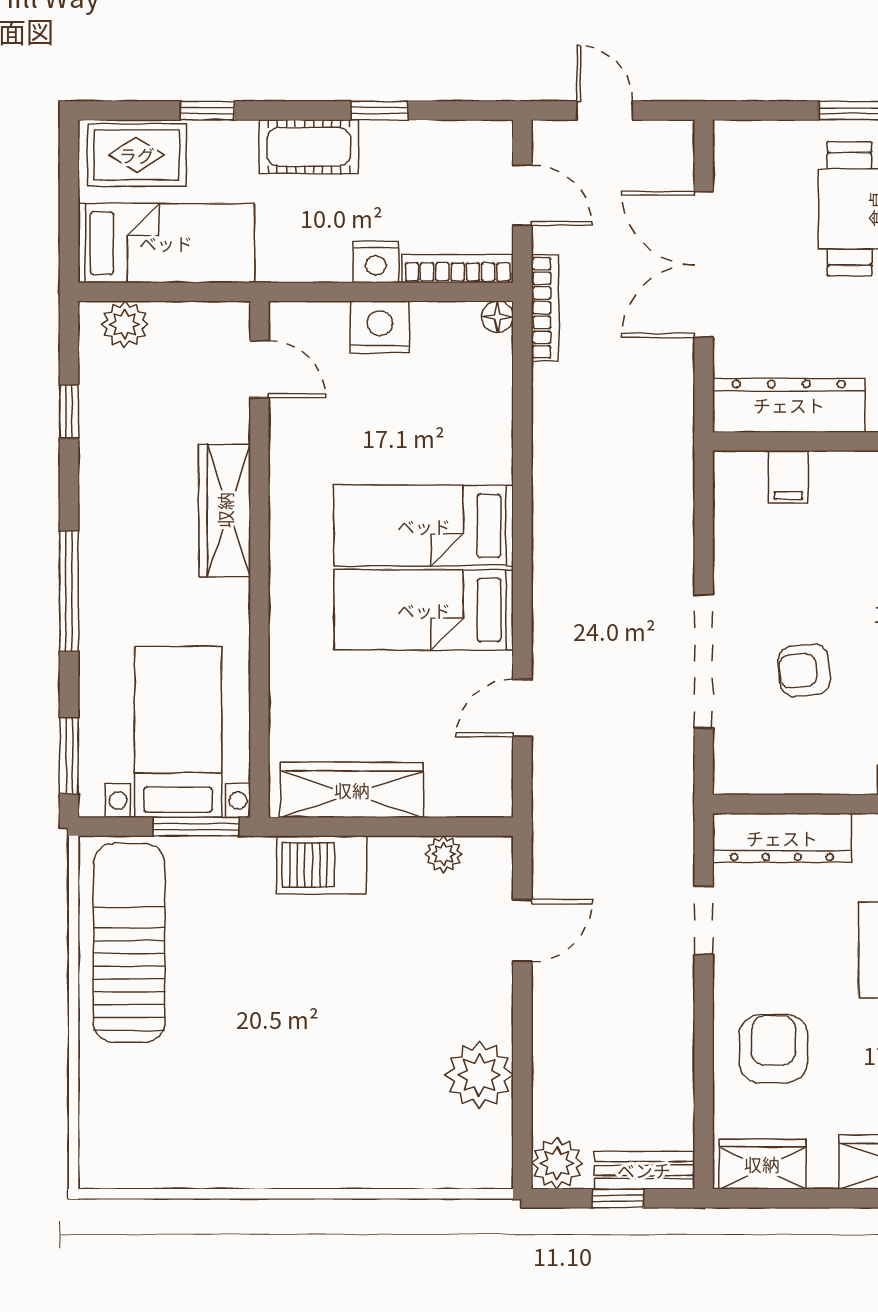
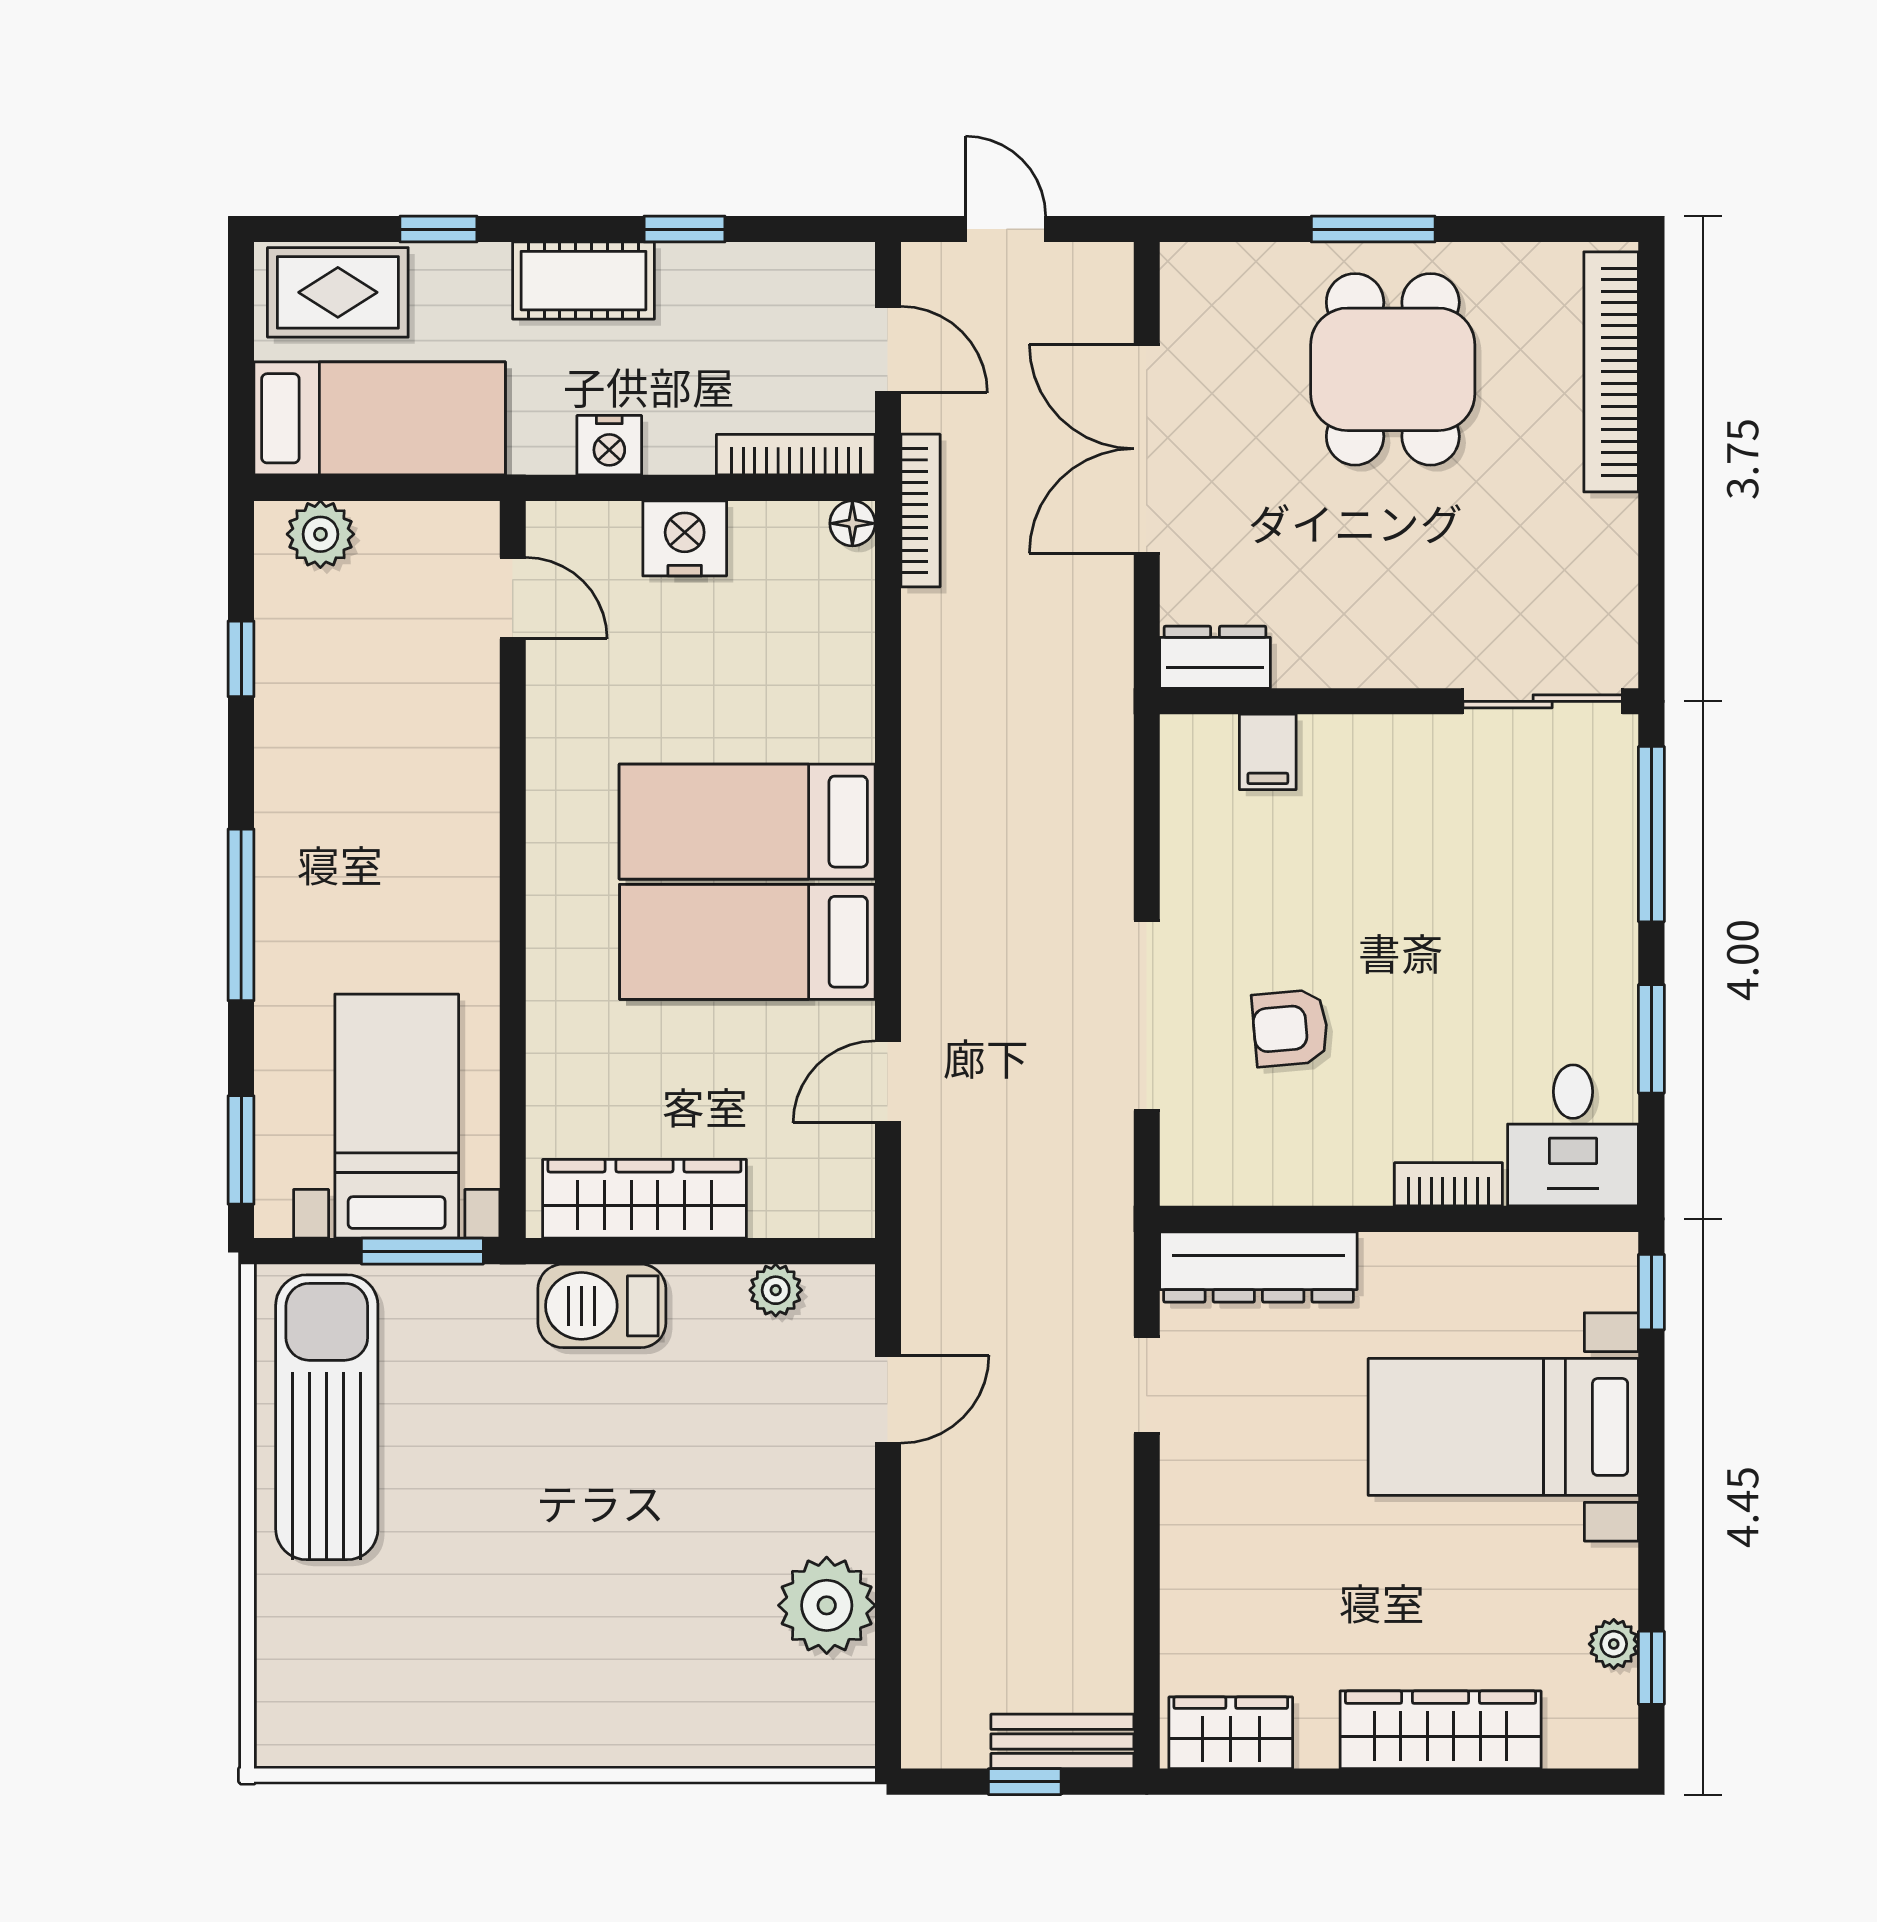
nightstand: (376, 262) -> (609, 445), moved
dresser: (789, 405) -> (1215, 657), width x0.51, depth x0.80
wardrobe: (225, 510) -> (463, 800), removed
armchair: (773, 1049) -> (1246, 1568), removed
plant: (557, 1163) -> (938, 1731), removed

